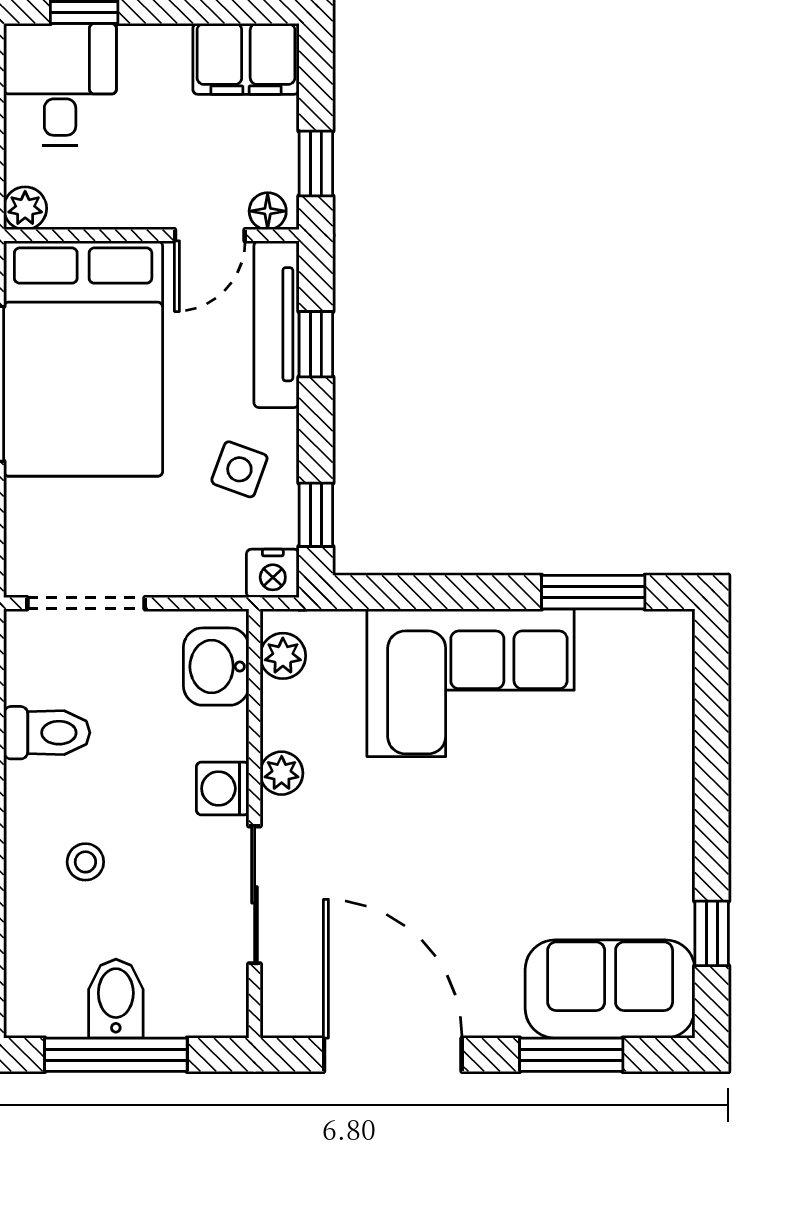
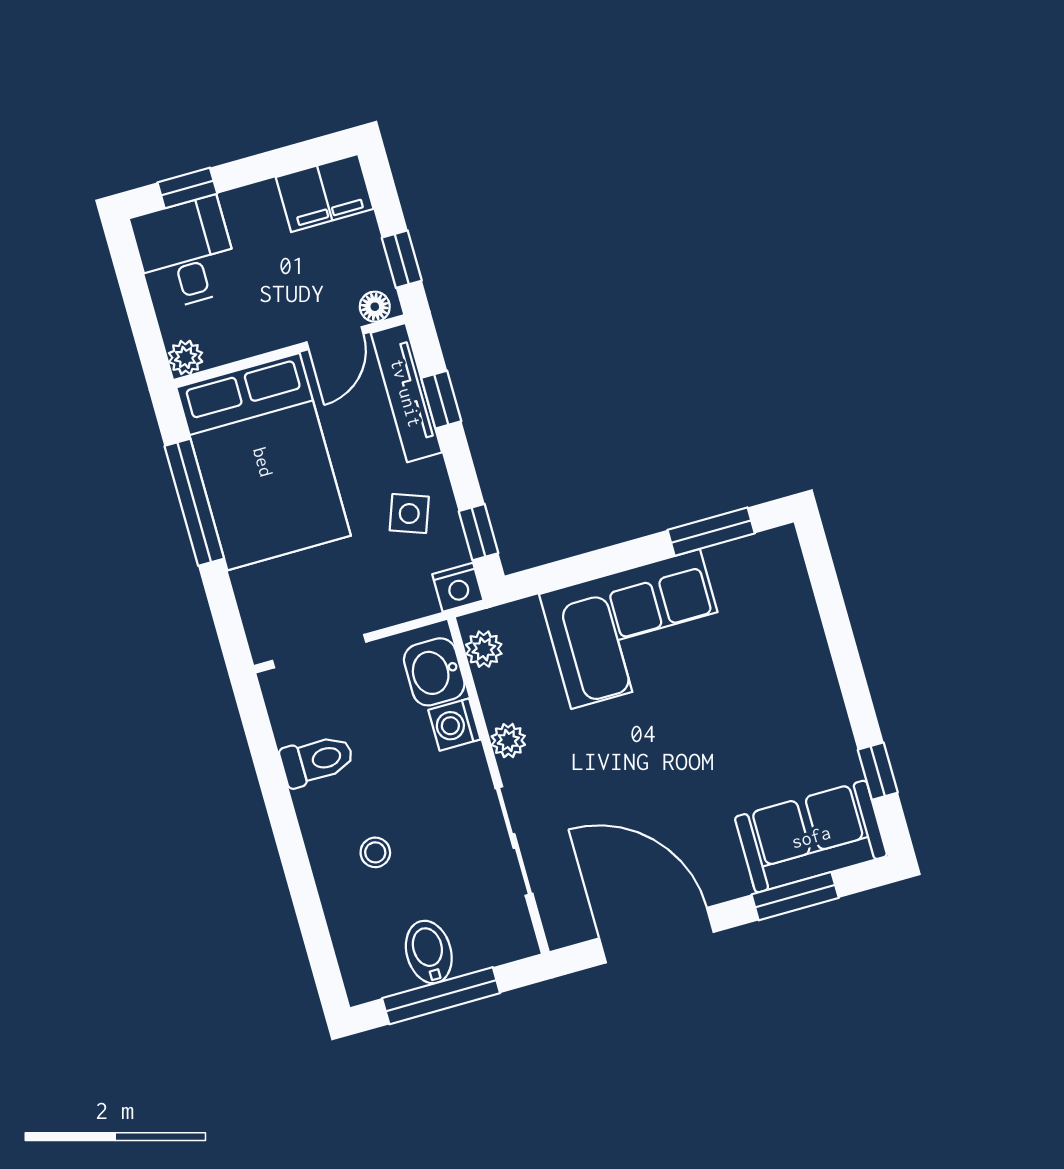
washing machine: (223, 788) -> (454, 725), moved

